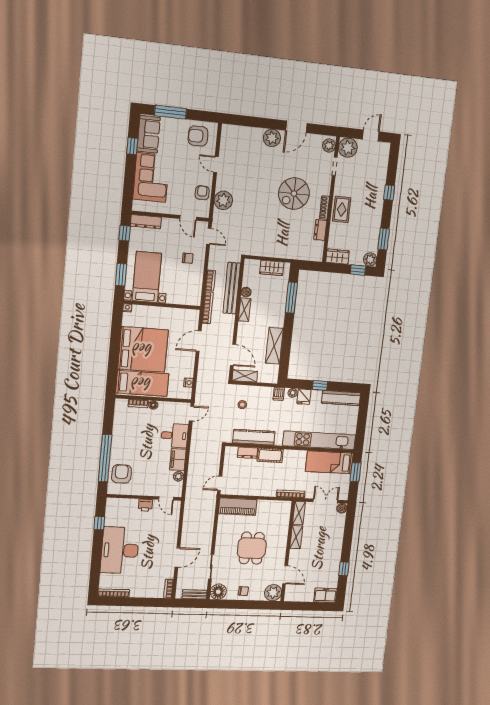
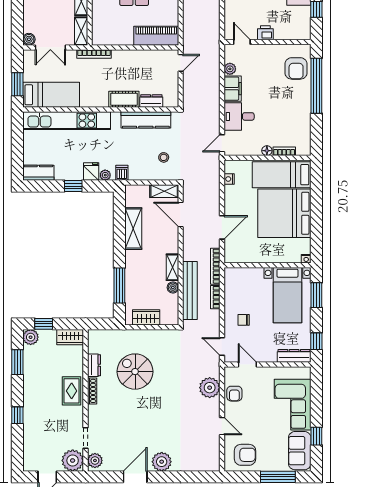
spiral stairs: (294, 194) -> (135, 372), moved, turned -90
kitchen counter: (341, 398) -> (38, 173), width x0.67

